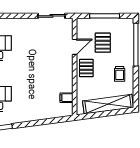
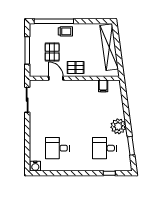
pallet: (103, 43) -> (52, 52), turned 90
trolley: (120, 74) -> (65, 31), moved
plant: (23, 114) -> (118, 126), added

